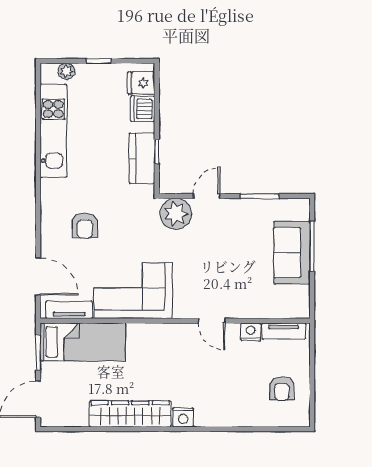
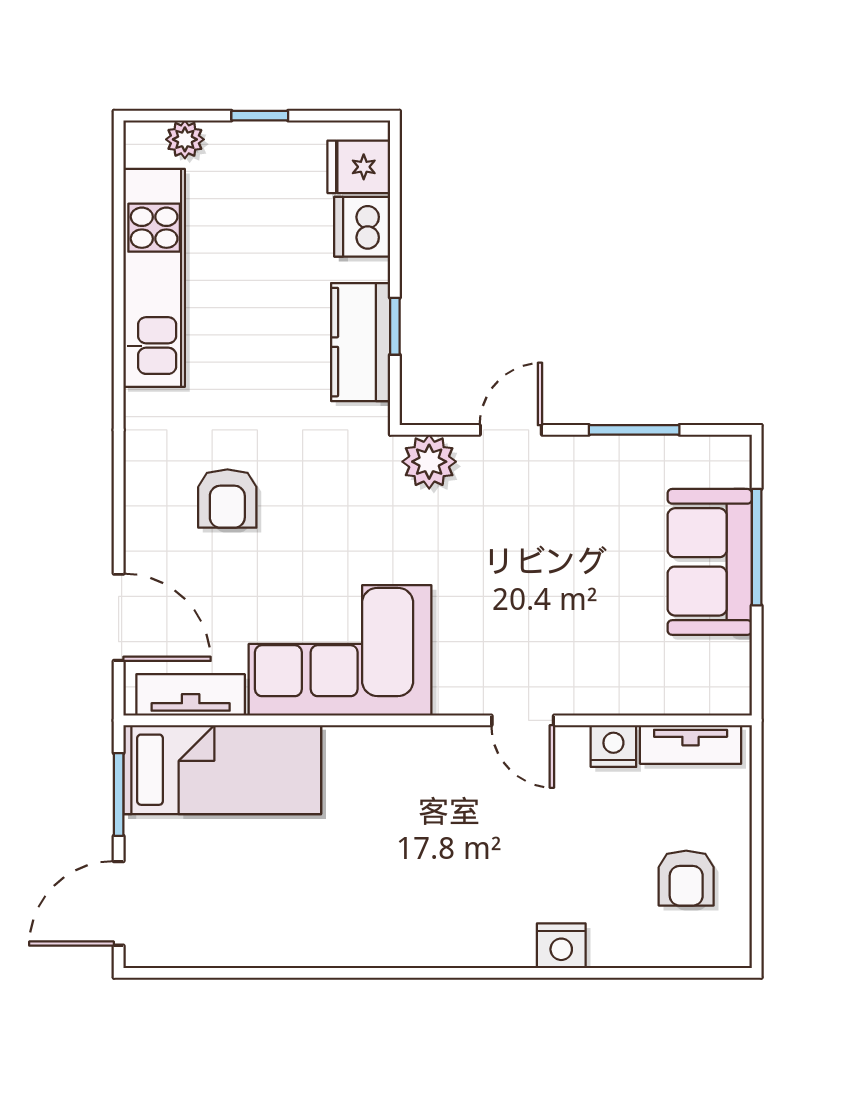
plant: (176, 214) -> (429, 462), width x0.73, depth x0.73
wardrobe: (130, 414) -> (333, 937), removed
nightstand: (183, 417) -> (561, 946), moved

